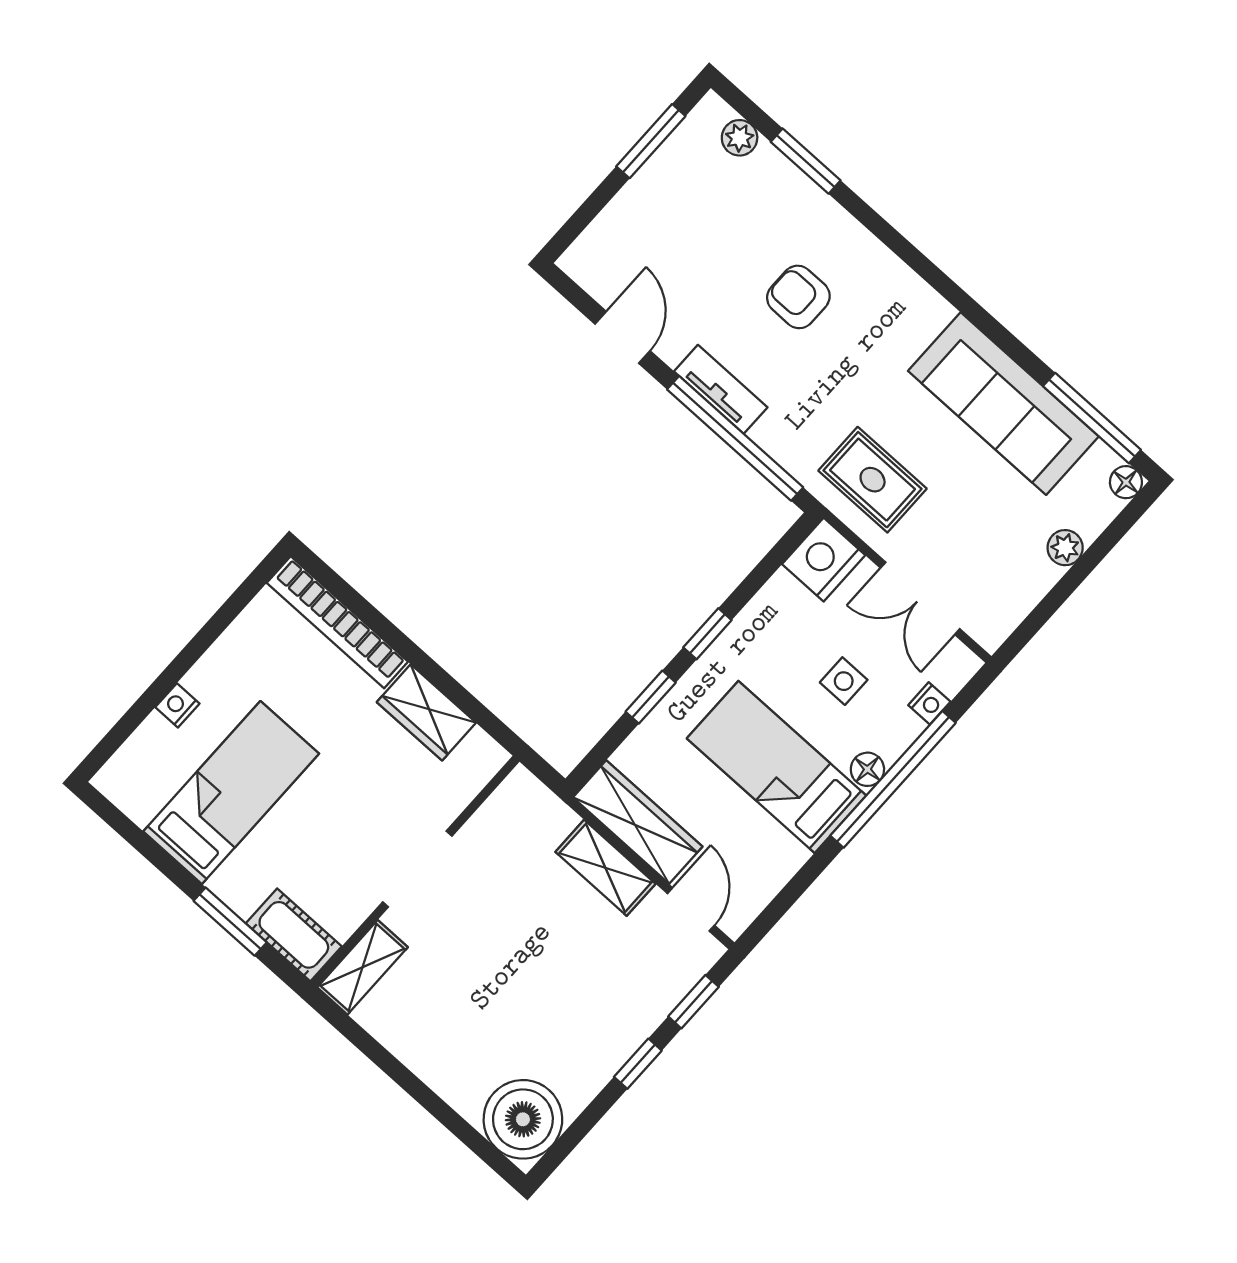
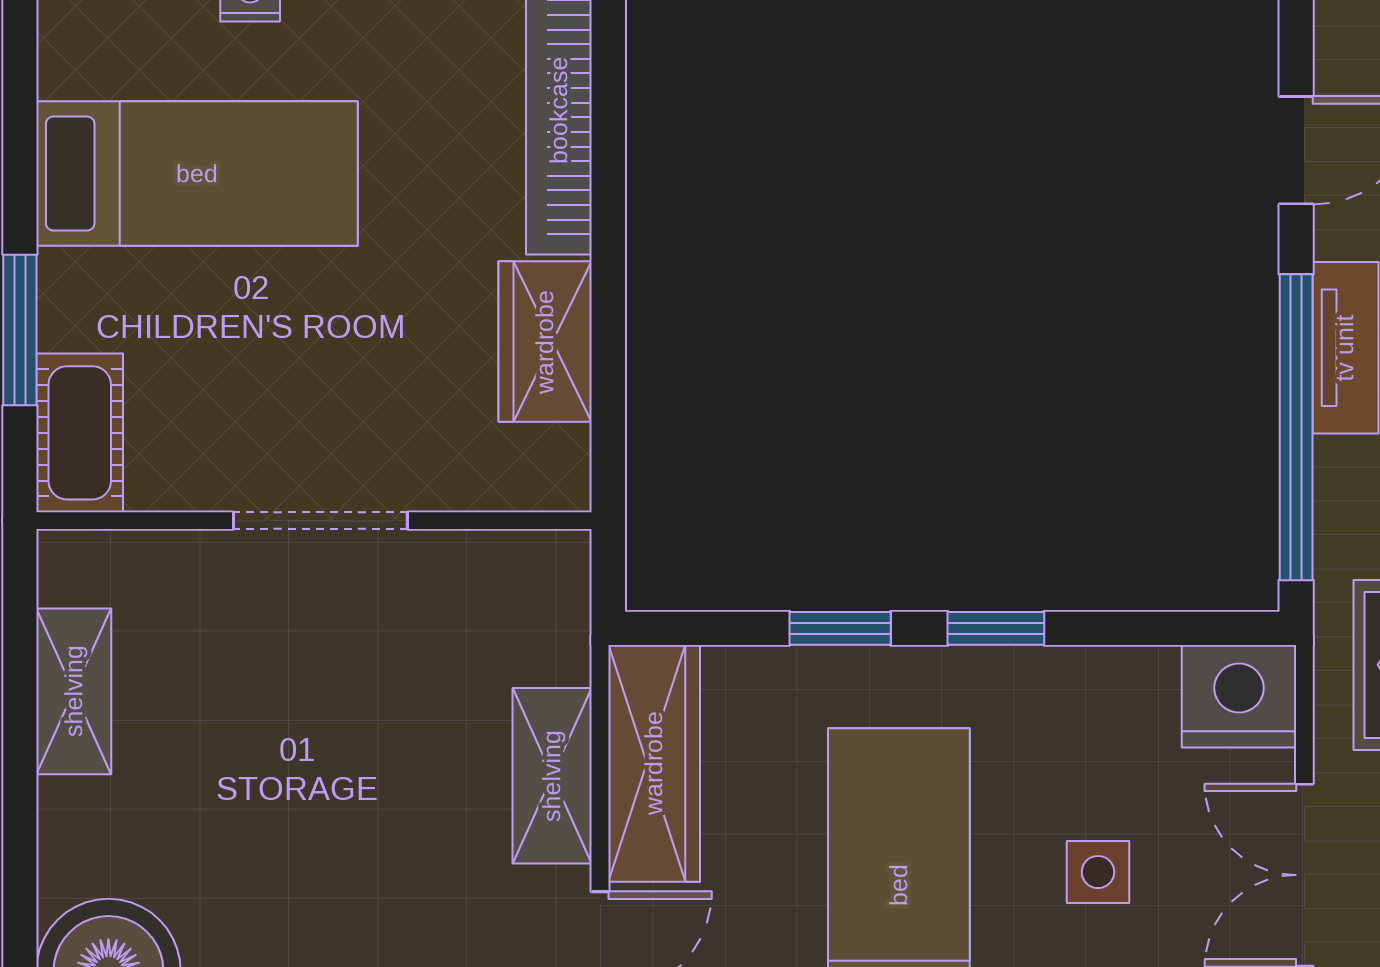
shelving: (363, 967) -> (74, 691), moved, turned 90

